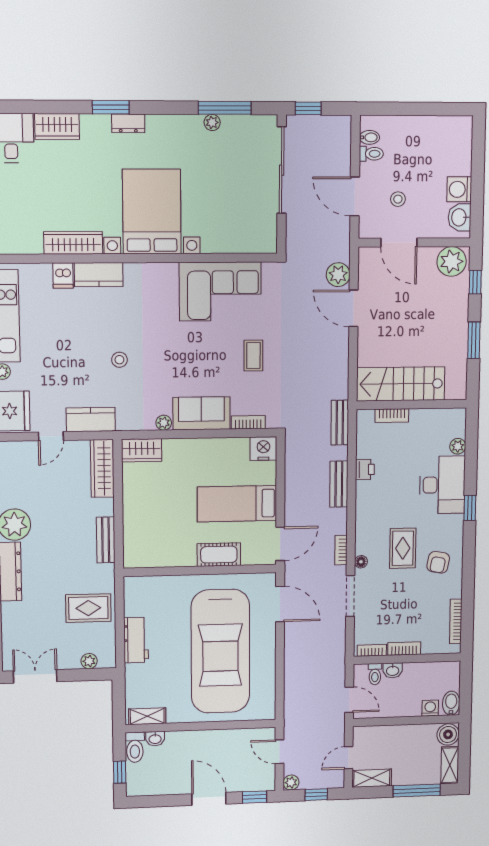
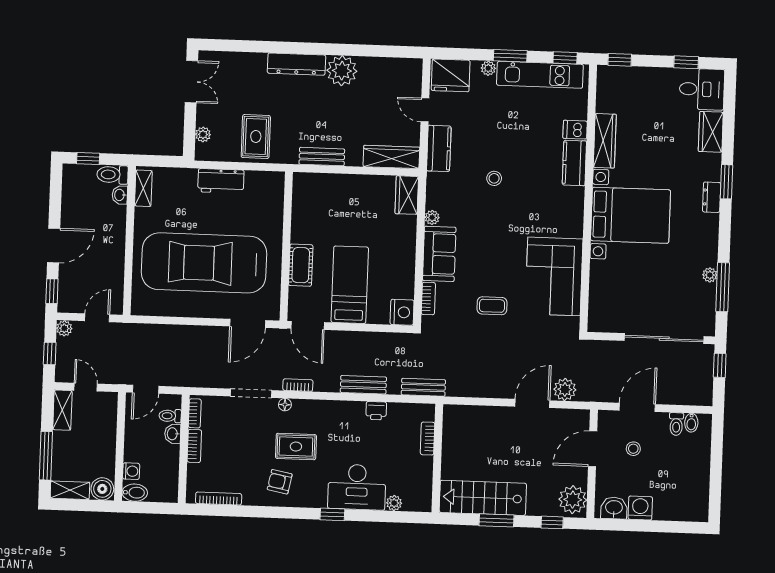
stairs: (401, 384) -> (483, 498), moved, turned -90

